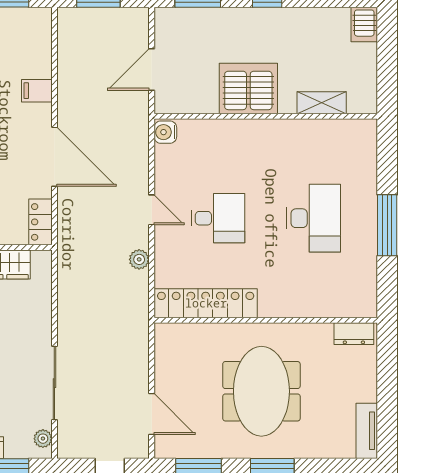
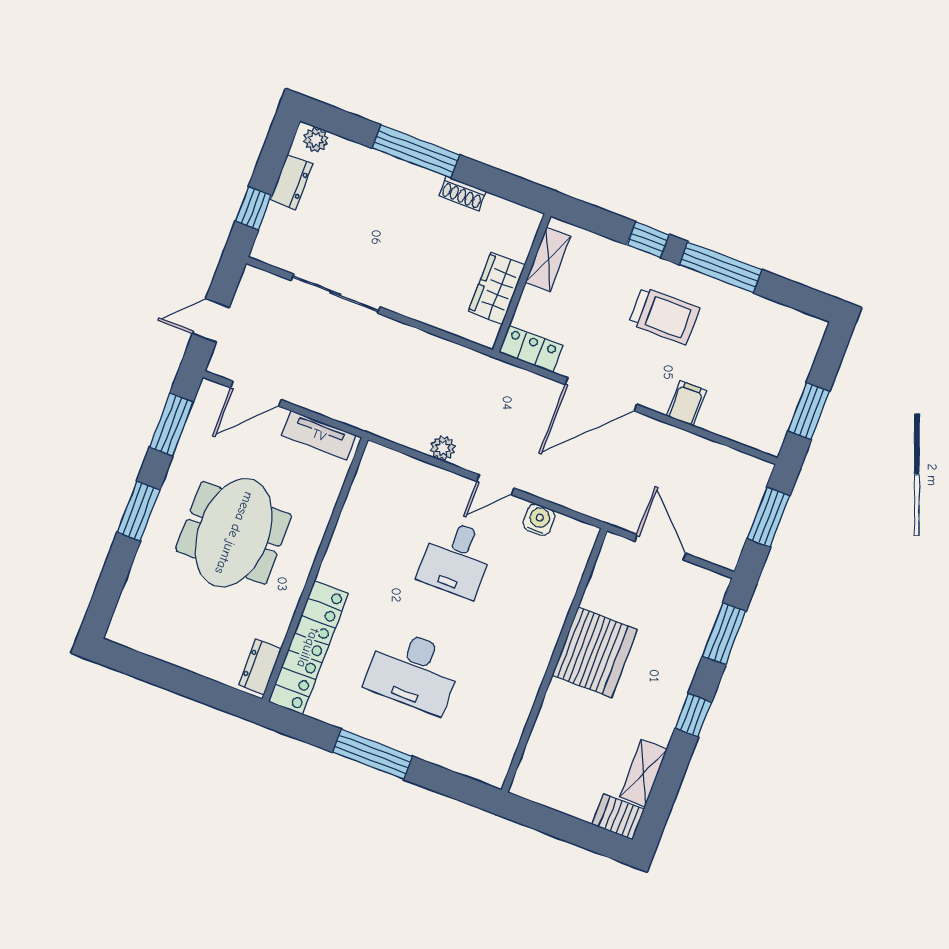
shelving: (322, 103) -> (643, 773), moved
water cooler: (165, 132) -> (539, 520), moved
locker: (206, 303) -> (308, 648), moved
meeting table: (261, 391) -> (234, 533), turned 90
tv unit: (367, 431) -> (319, 435), moved, turned 180
plant: (43, 439) -> (276, 255), removed

